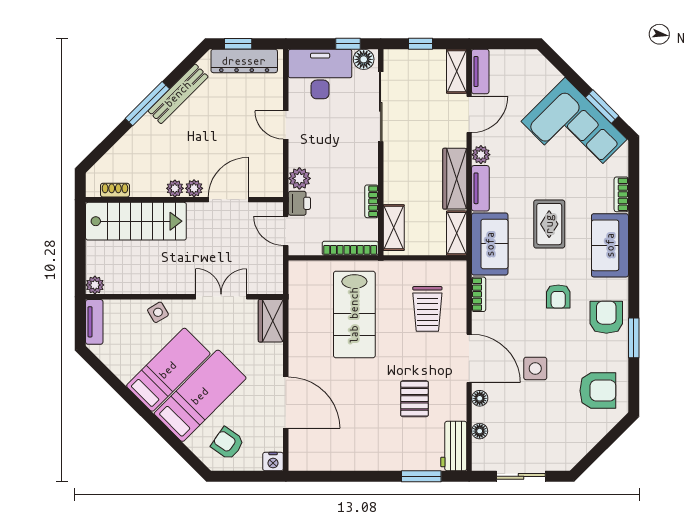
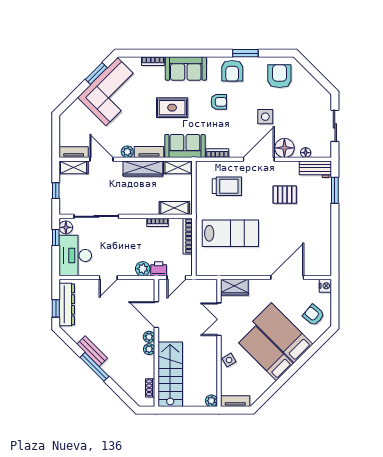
bench: (178, 94) -> (92, 351), width x0.73
armchair: (606, 317) -> (232, 71), turned -90
floor lamp: (480, 398) -> (284, 148), width x1.89, depth x1.89
armchair: (228, 443) -> (314, 315), turned 95

